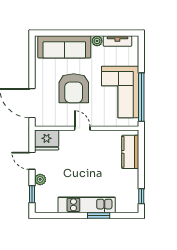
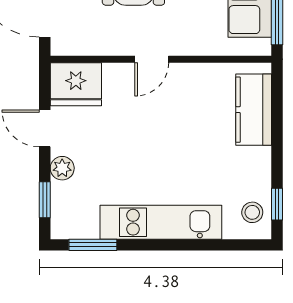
door: (82, 128) -> (152, 59), swing flipped
stool: (130, 200) -> (252, 212), added
window: (99, 215) -> (93, 245), moved

